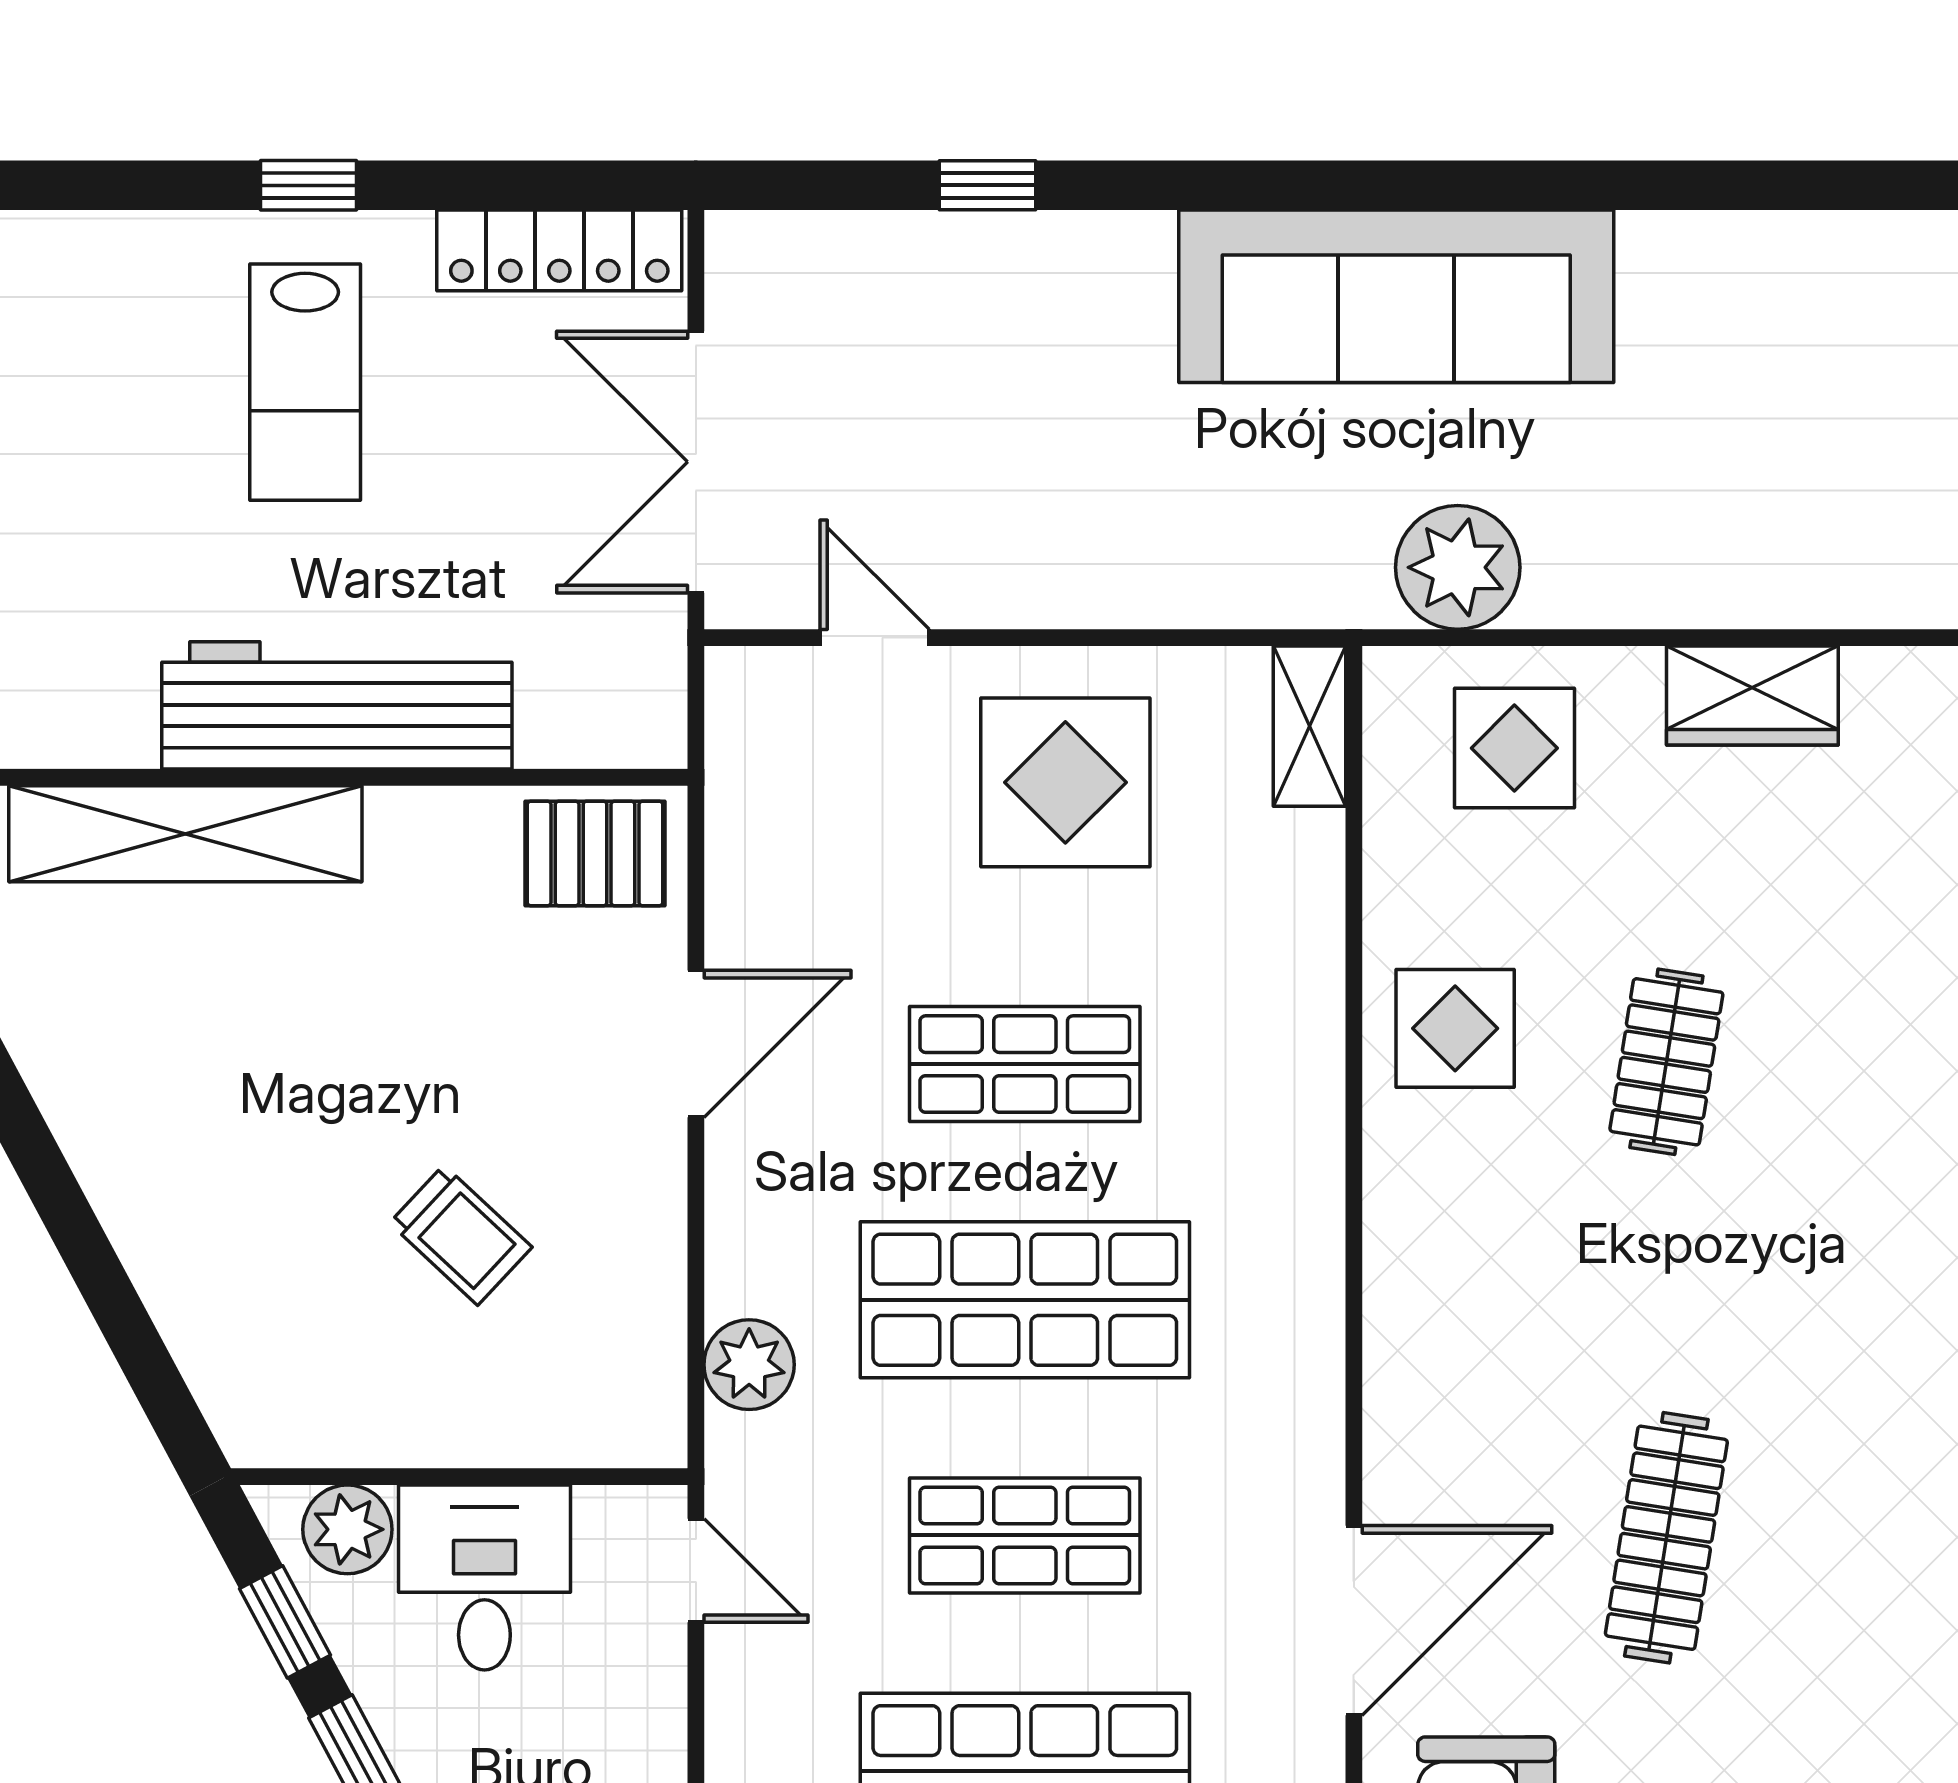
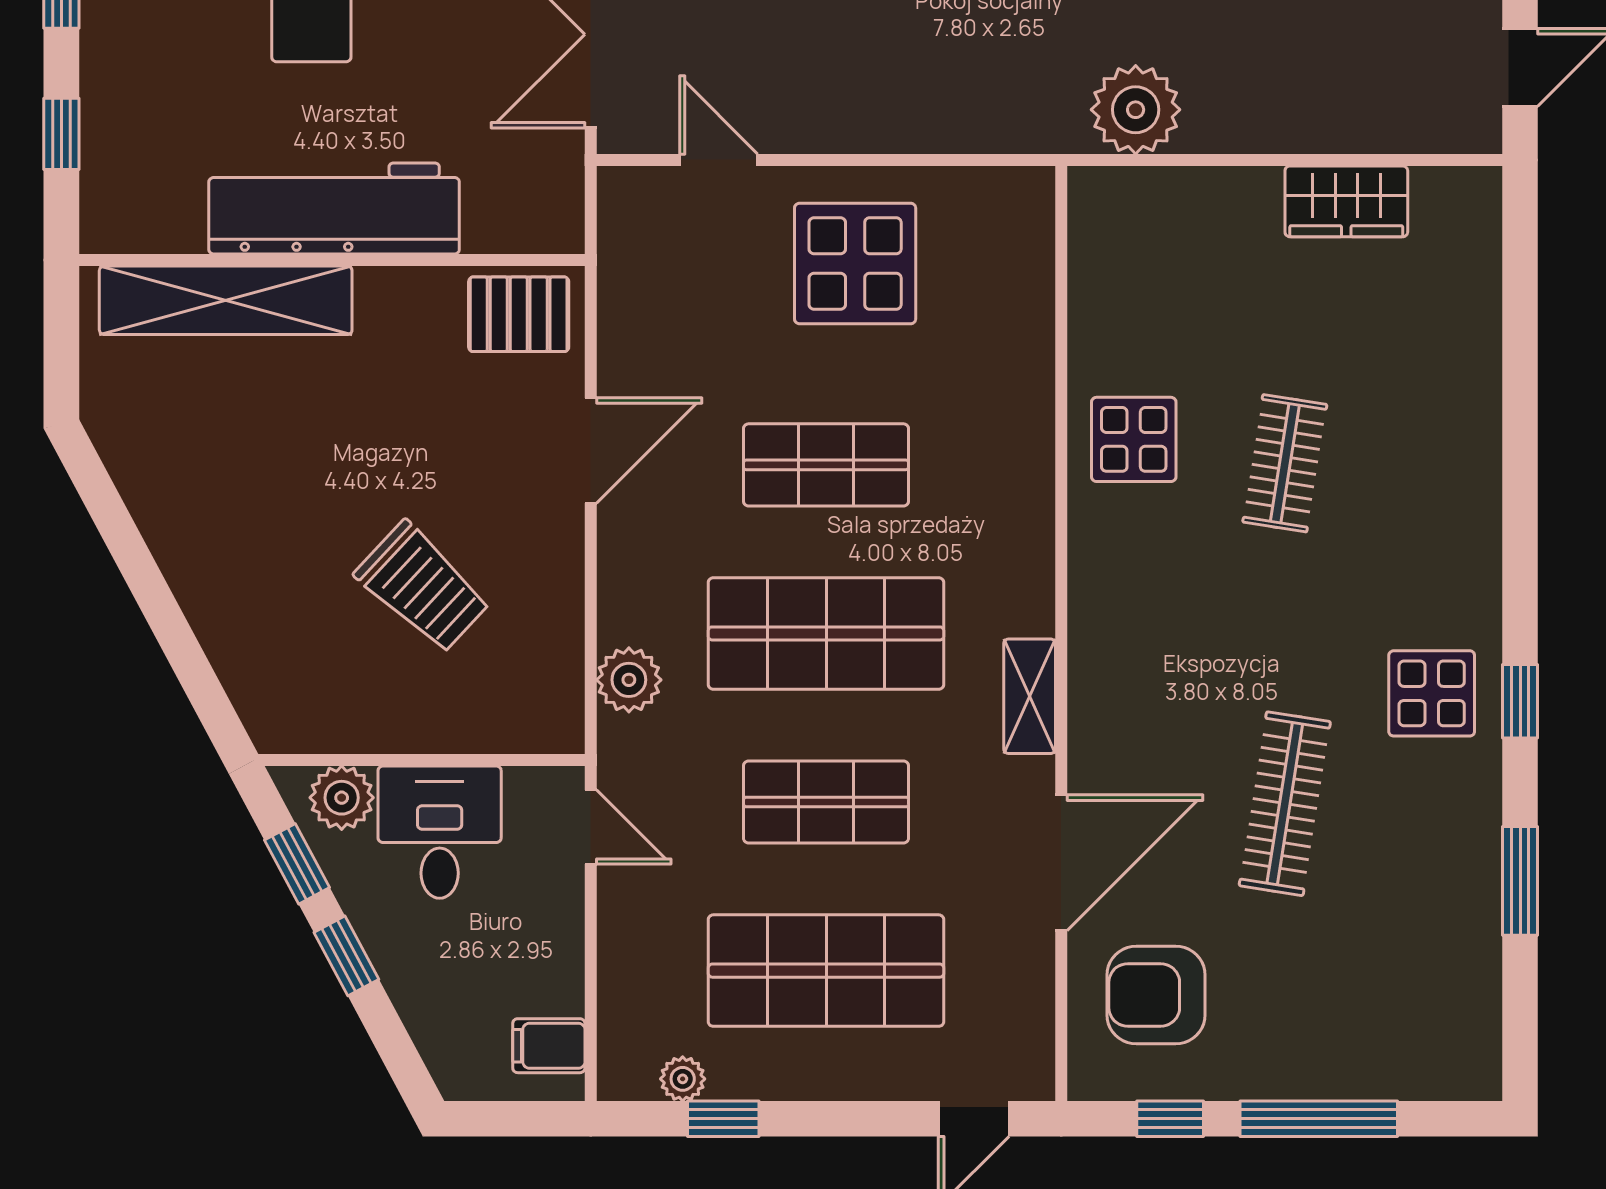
shelving: (1310, 726) -> (1030, 696), moved
display table: (1514, 748) -> (1432, 693), moved
trolley: (461, 1235) -> (423, 587), width x1.36, depth x1.39

